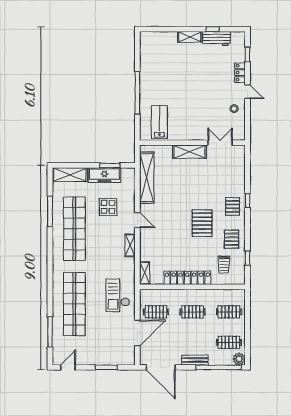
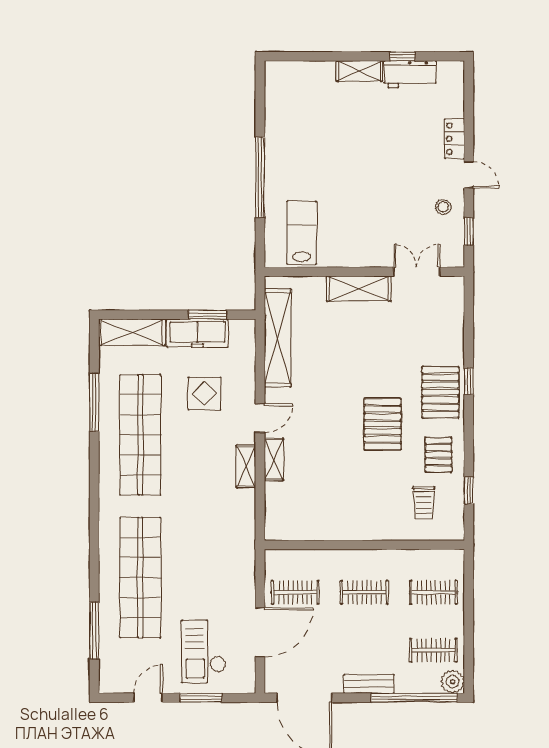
window: (247, 54) -> (469, 232), moved
pallet: (233, 206) -> (440, 392), width x1.50, depth x1.42
door: (137, 220) -> (260, 418), hinge flipped
shelving: (145, 273) -> (274, 459), moved
locker: (187, 278) -> (355, 528), removed
checkout: (118, 295) -> (204, 651), moved
door: (68, 367) -> (148, 698), moved

